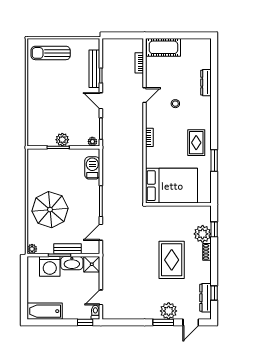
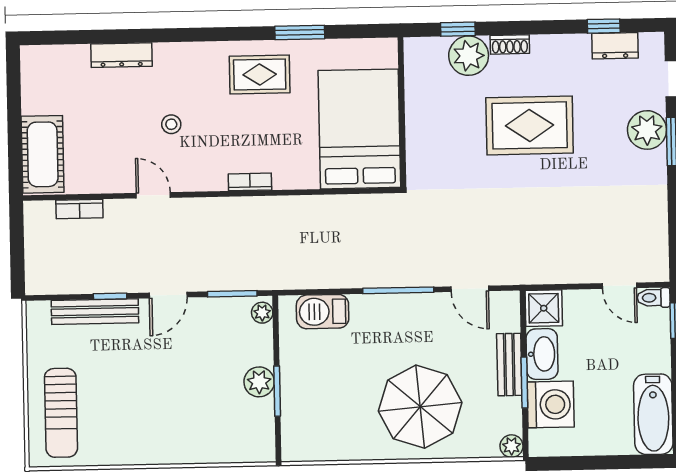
dresser: (206, 298) -> (615, 46), width x0.70

